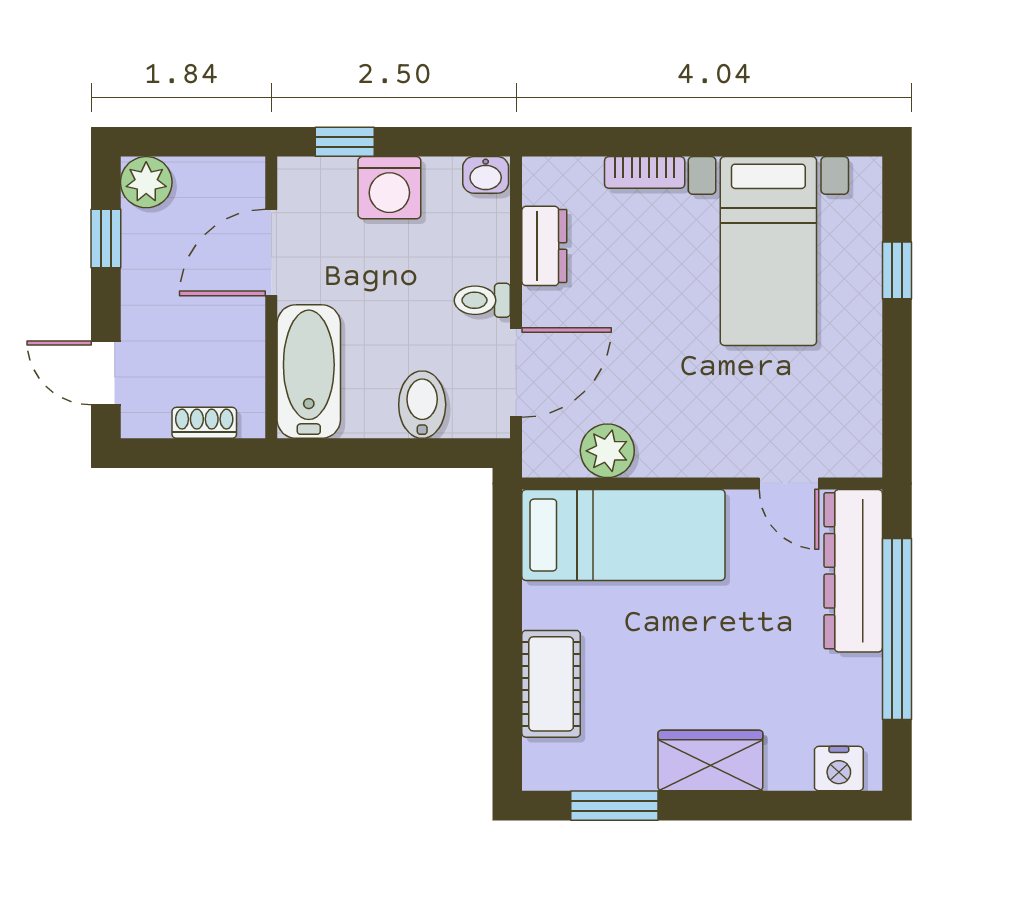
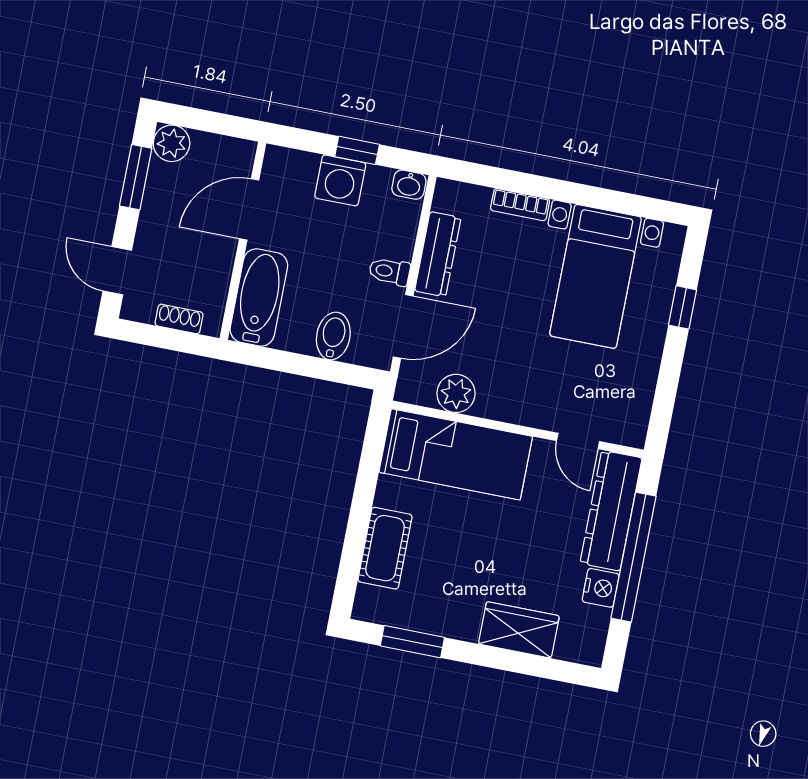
window: (345, 142) -> (357, 150), moved
window: (106, 239) -> (136, 177), width x1.50
dresser: (544, 246) -> (438, 254), width x1.44
wardrobe: (710, 761) -> (519, 630), moved
nightstand: (839, 769) -> (601, 588), moved, turned -90

